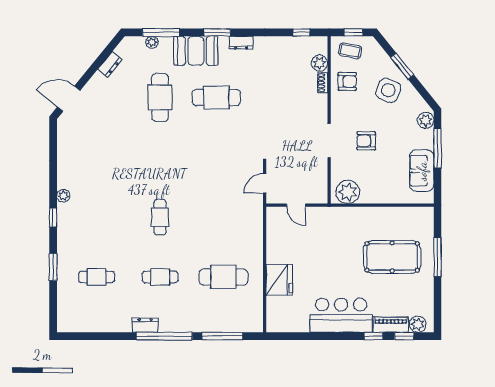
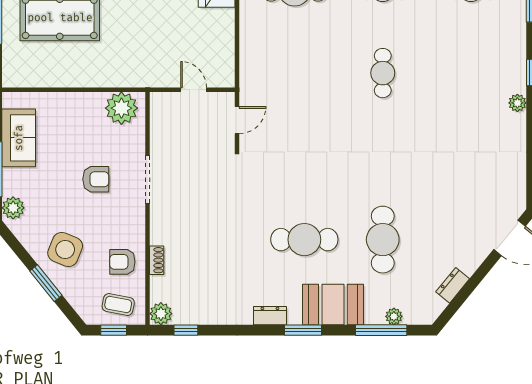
plant: (319, 63) -> (161, 314), moved

